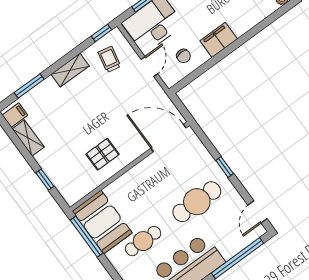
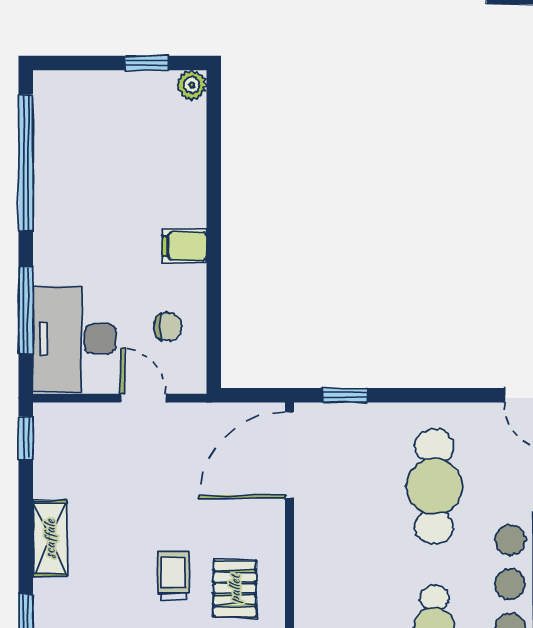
filing cabinet: (219, 40) -> (184, 246), width x0.50
trolley: (109, 59) -> (173, 576), moved, turned 78
window: (225, 167) -> (345, 395), moved

